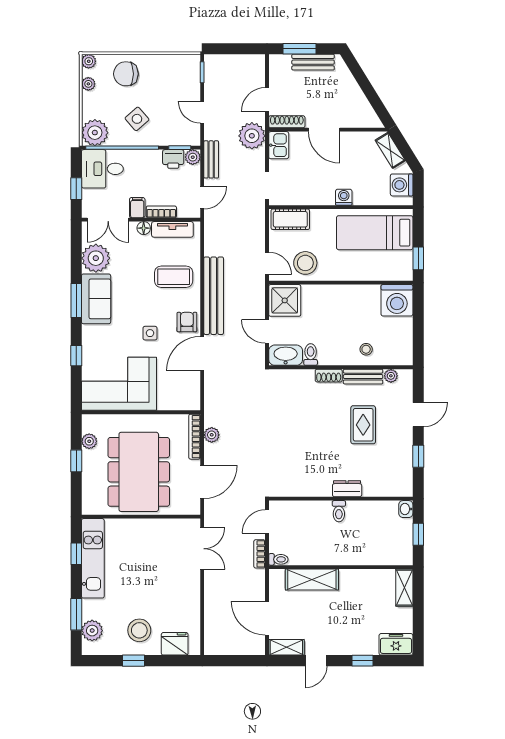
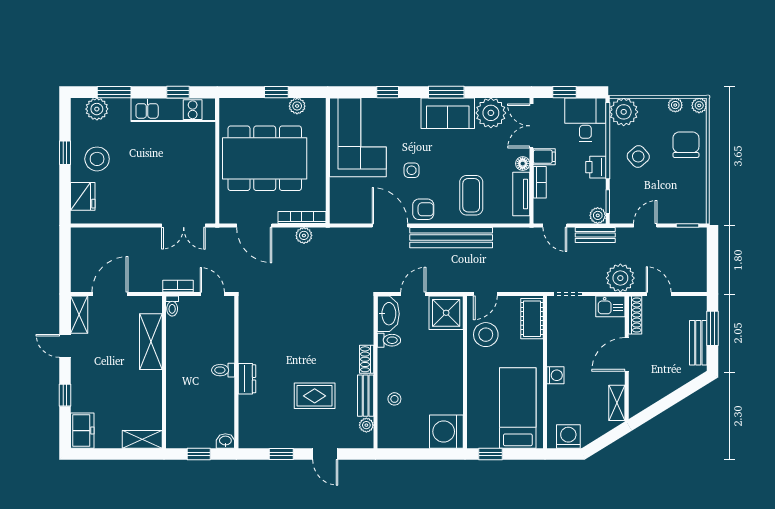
shelving: (390, 150) -> (617, 403), moved, turned -58
printer: (173, 159) -> (596, 167), moved

